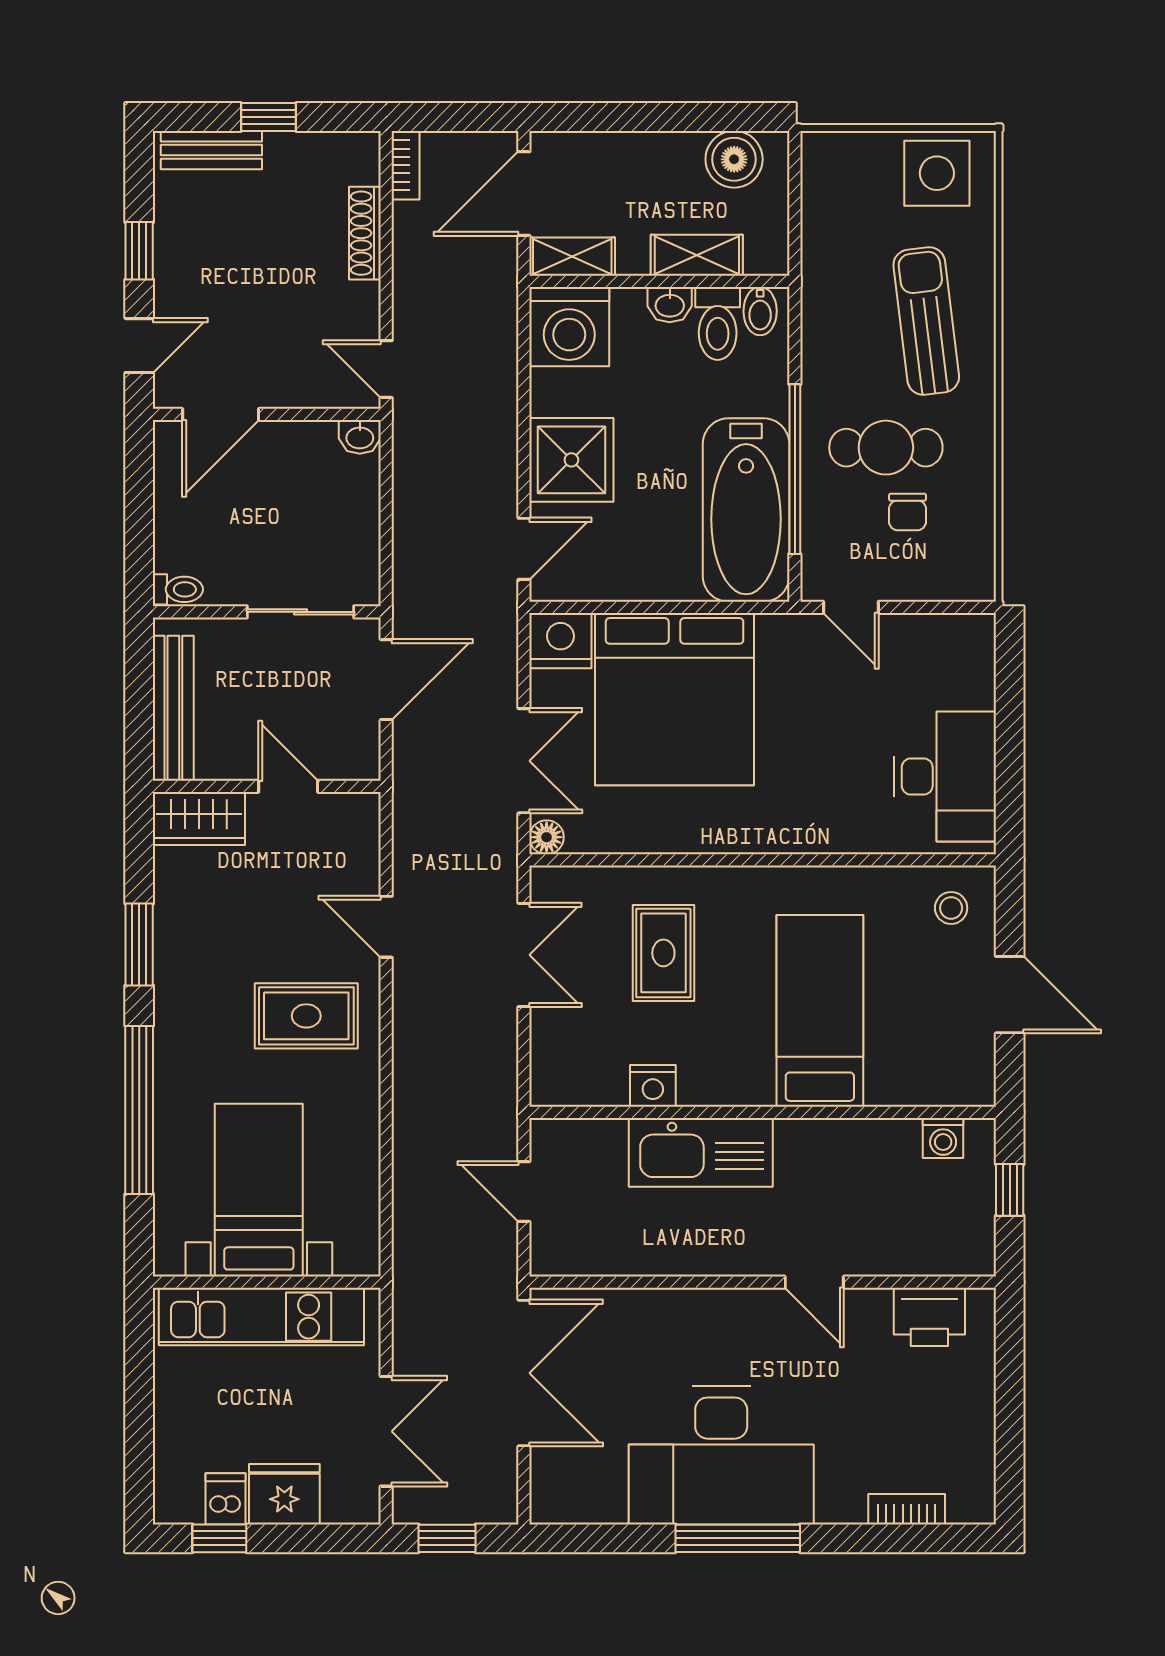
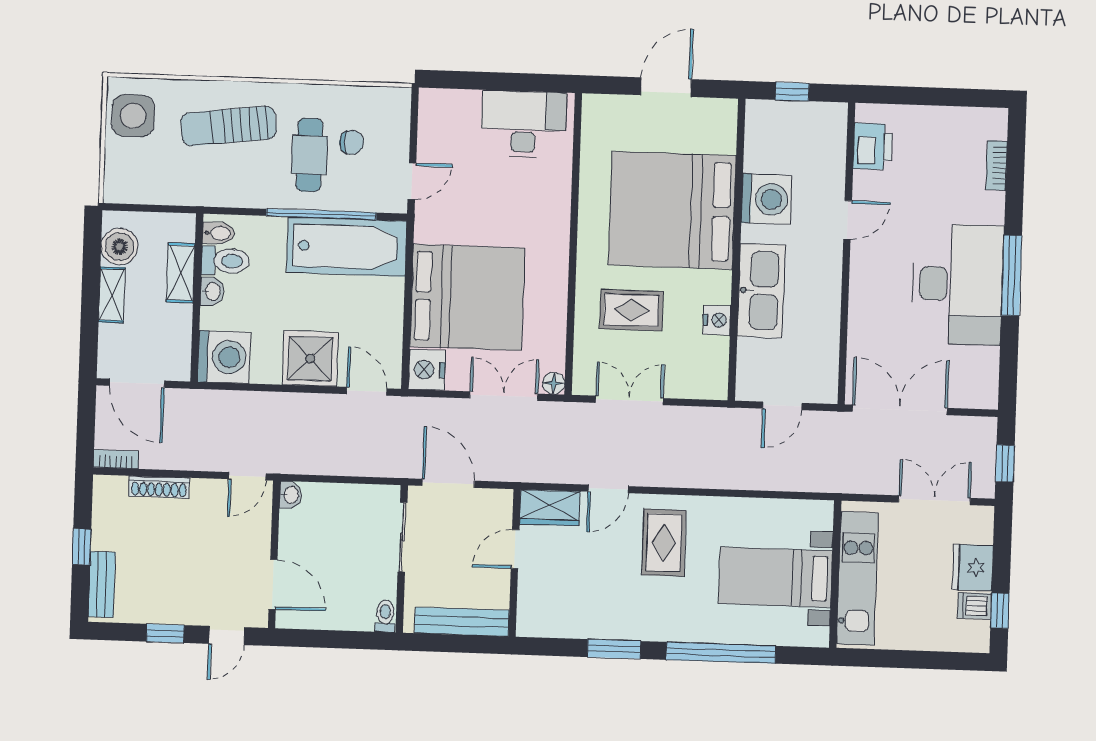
shelving: (572, 257) -> (112, 295), moved
door: (139, 346) -> (227, 636), swing flipped
wardrobe: (199, 819) -> (550, 508), moved, turned 90
stool: (951, 908) -> (609, 123), removed
bed: (820, 1011) -> (672, 210), width x2.04
washing machine: (943, 1138) -> (767, 199), moved, width x1.89, depth x1.89

